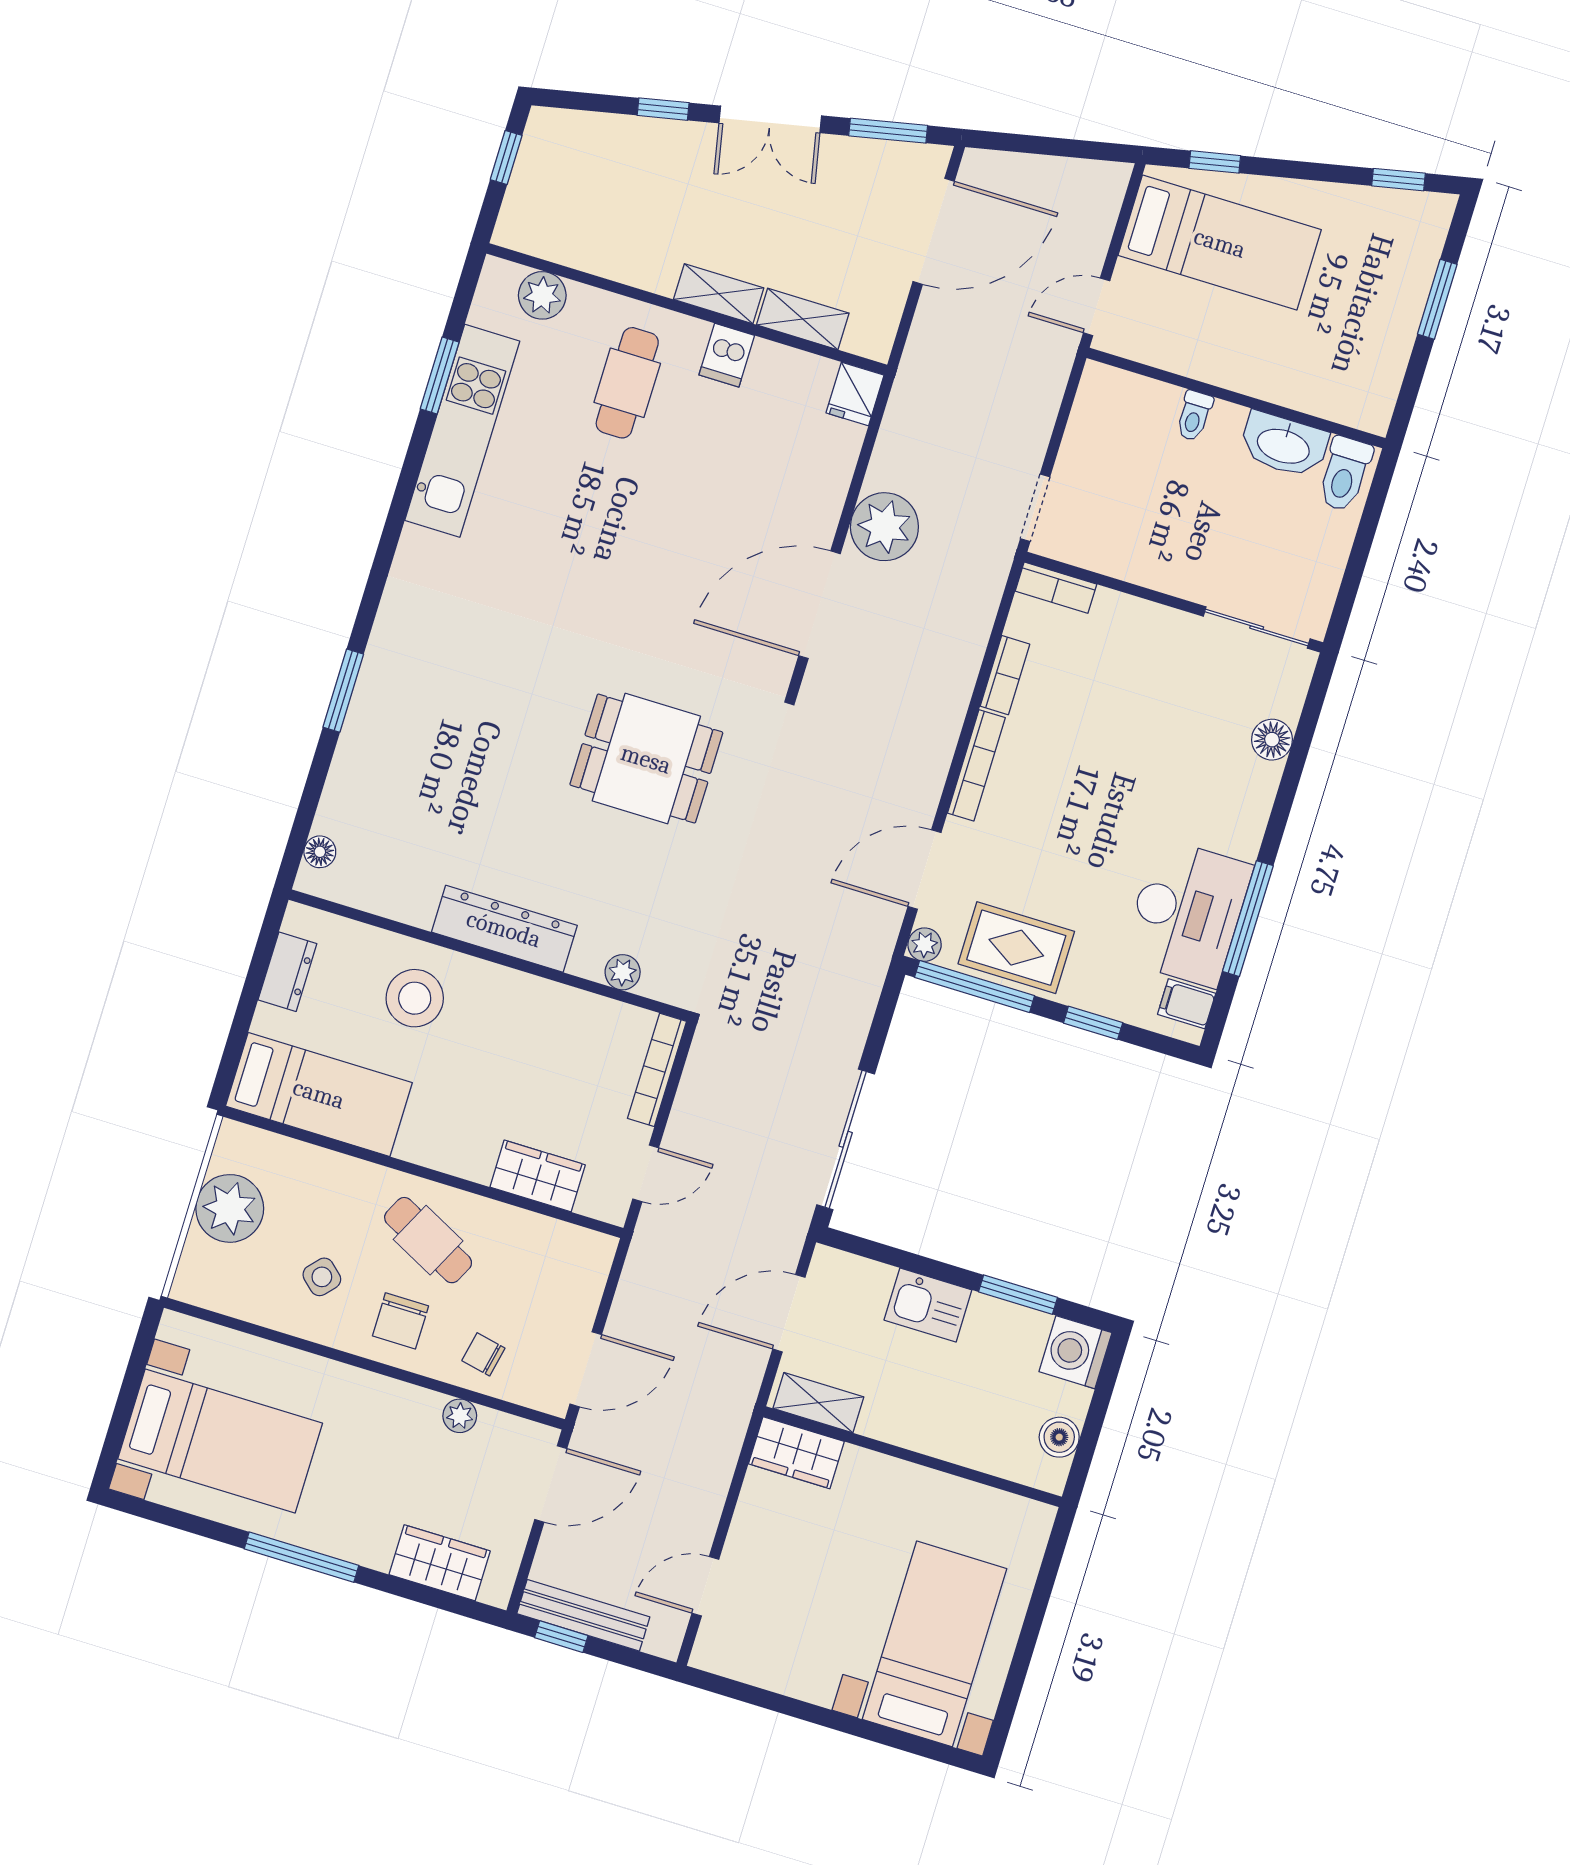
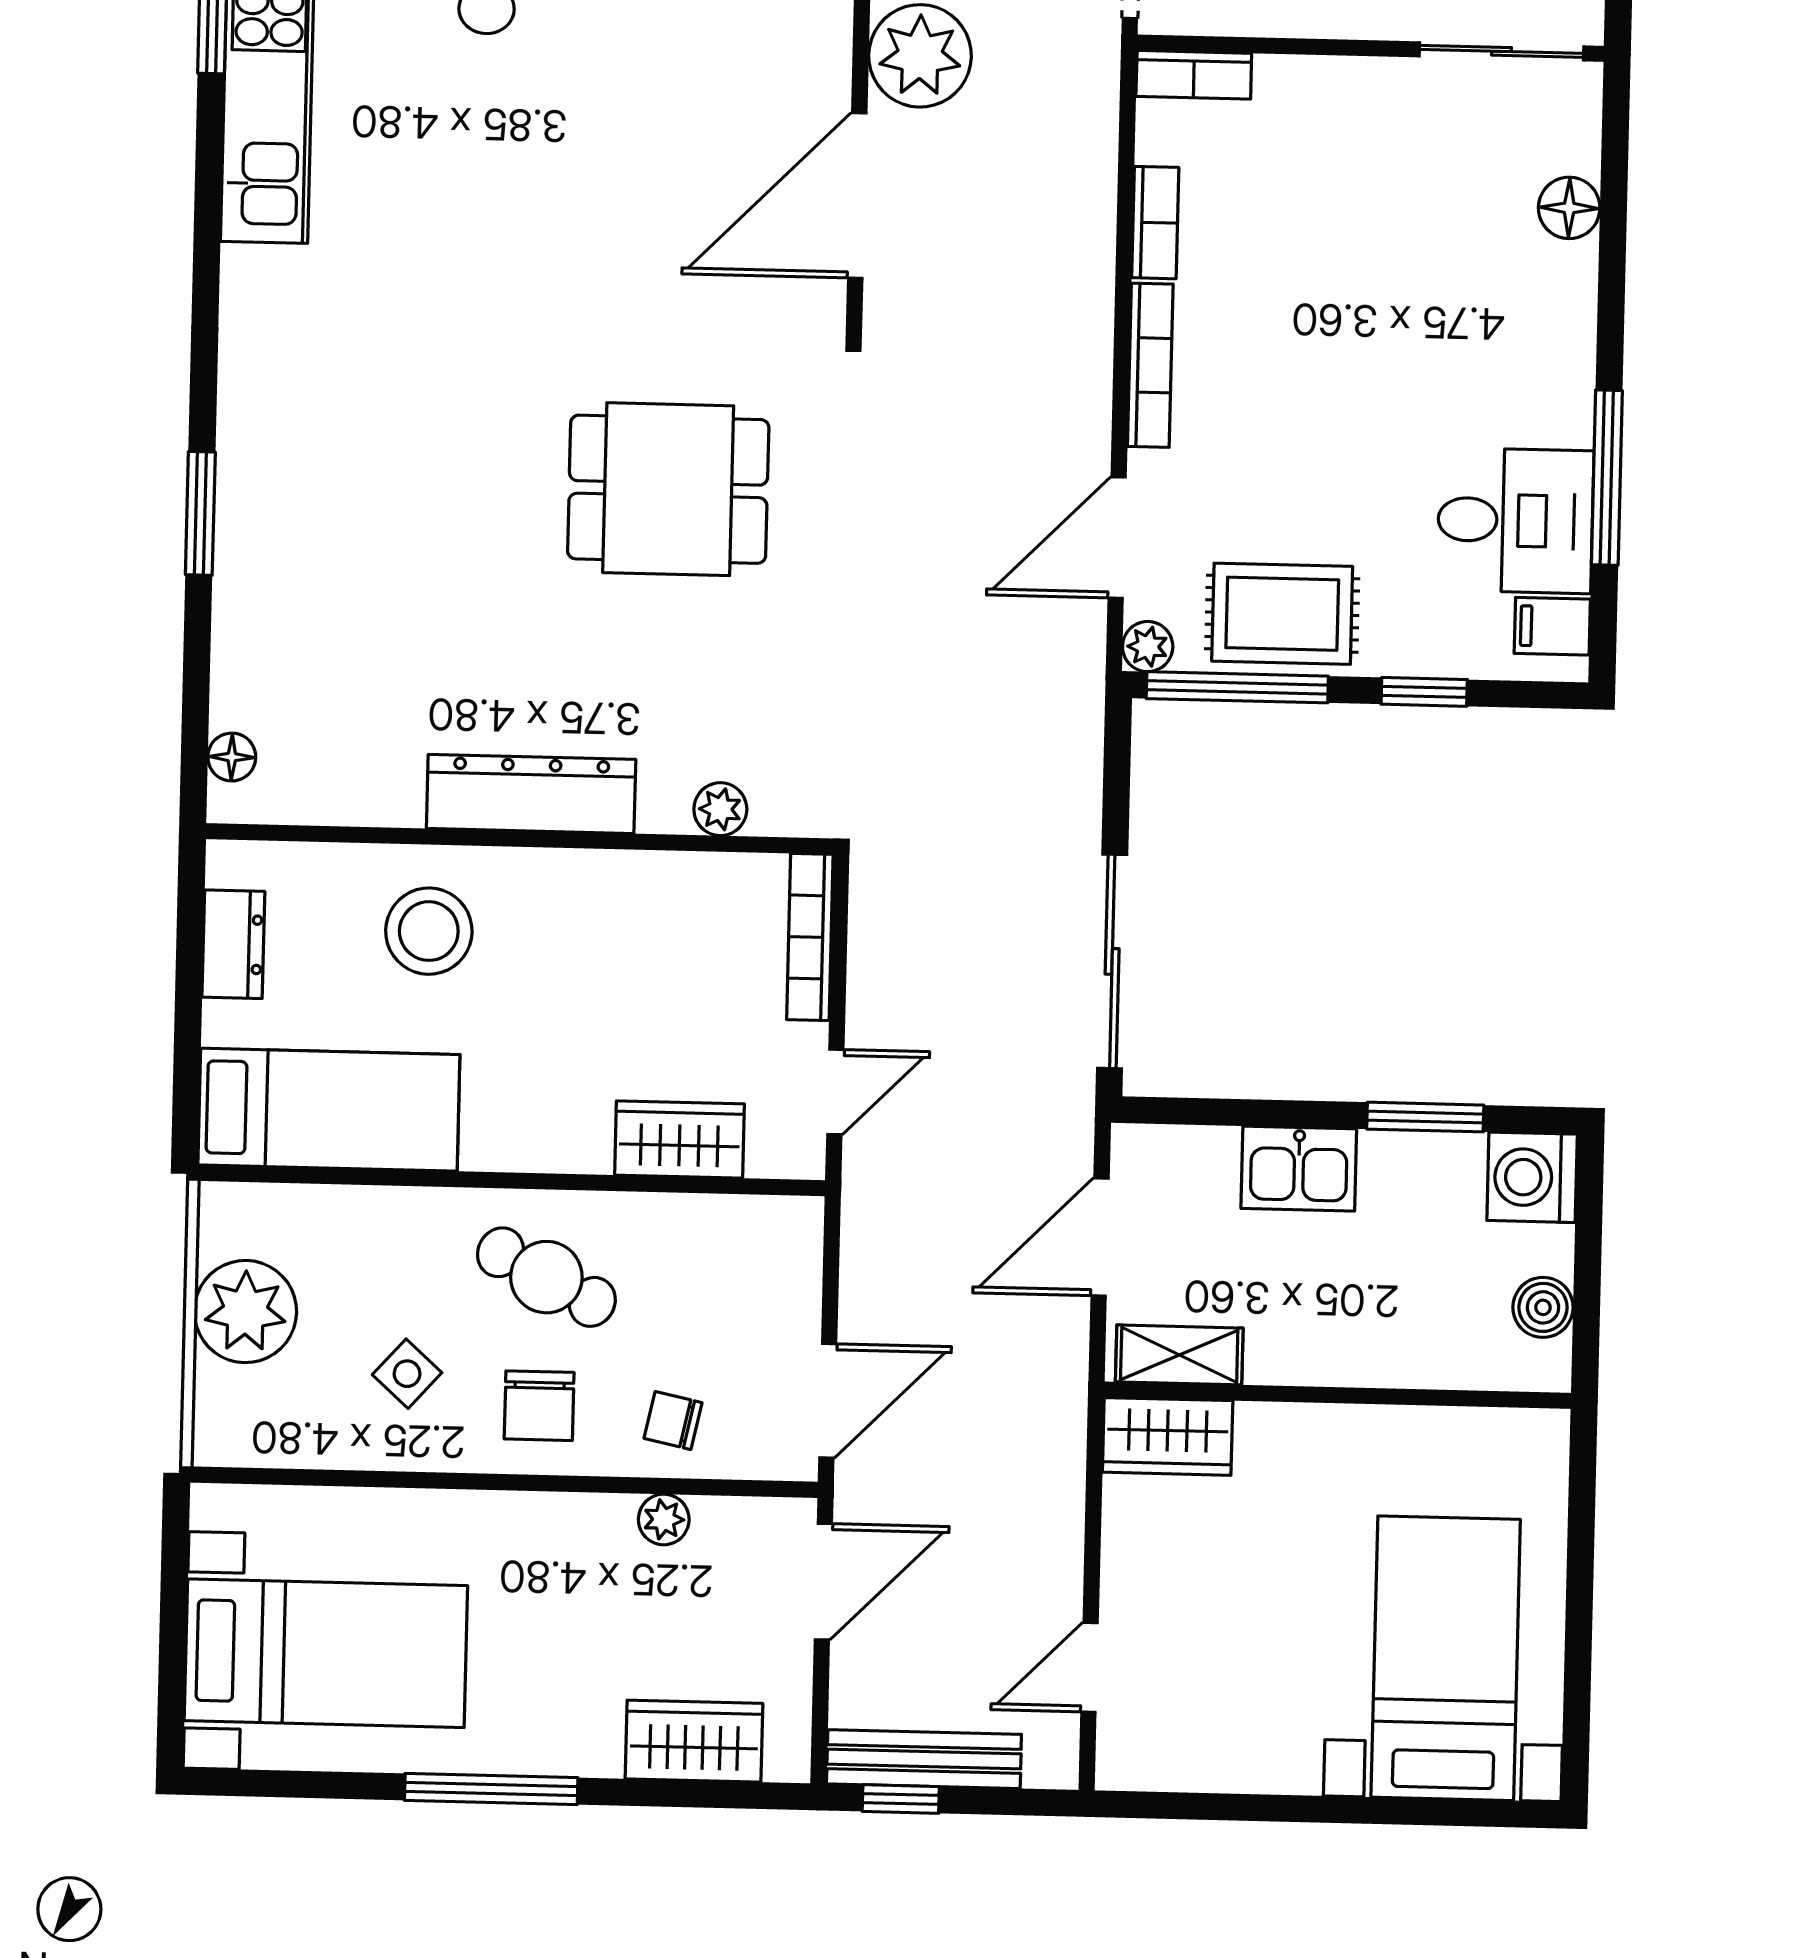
desk: (1187, 913) -> (1515, 520), width x0.73

